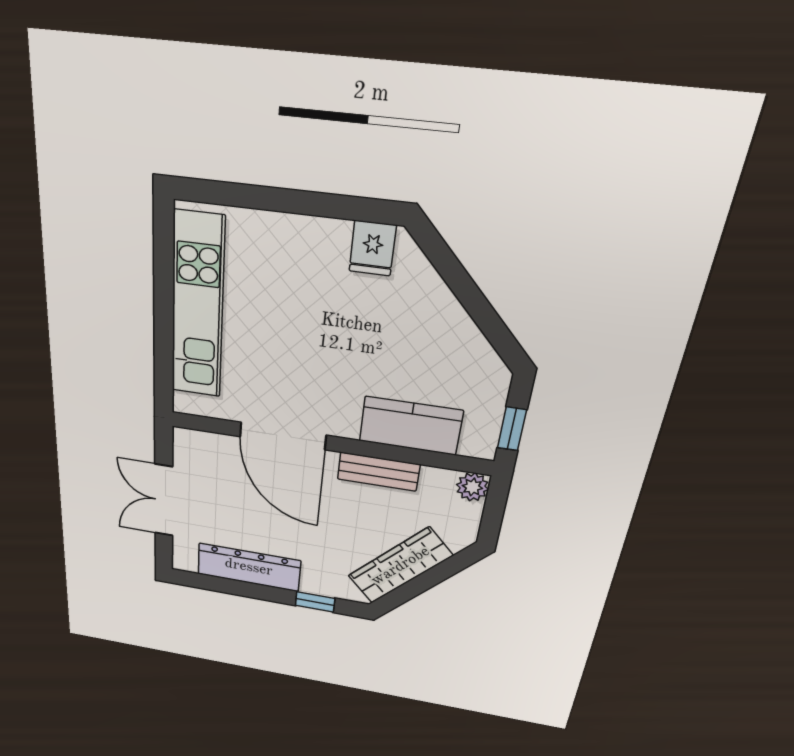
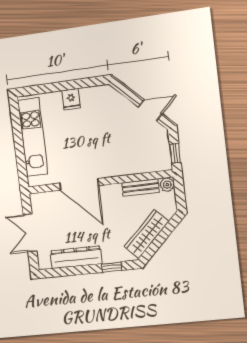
fridge: (373, 248) -> (71, 99), moved
door: (486, 318) -> (150, 110), added
kitchen counter: (411, 426) -> (133, 164), removed
bench: (378, 472) -> (141, 187), moved

